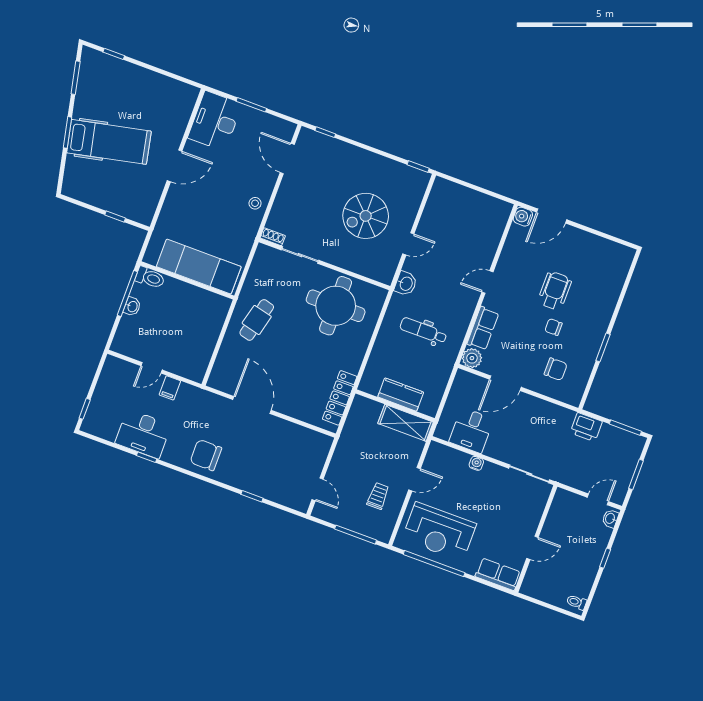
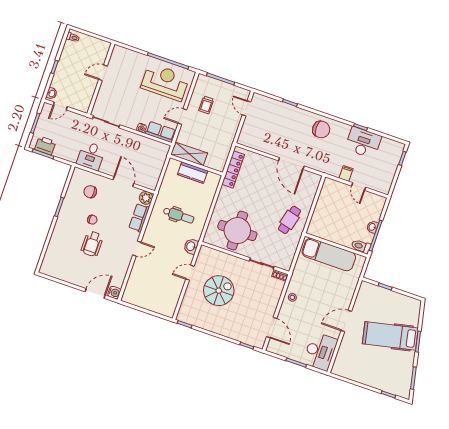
door: (152, 368) -> (359, 187), swing flipped
door: (505, 383) -> (123, 182), hinge flipped
printer: (586, 427) -> (45, 146), moved
desk: (471, 430) -> (91, 156), moved, turned 180
row of seats: (498, 574) -> (160, 132), moved, turned 180

